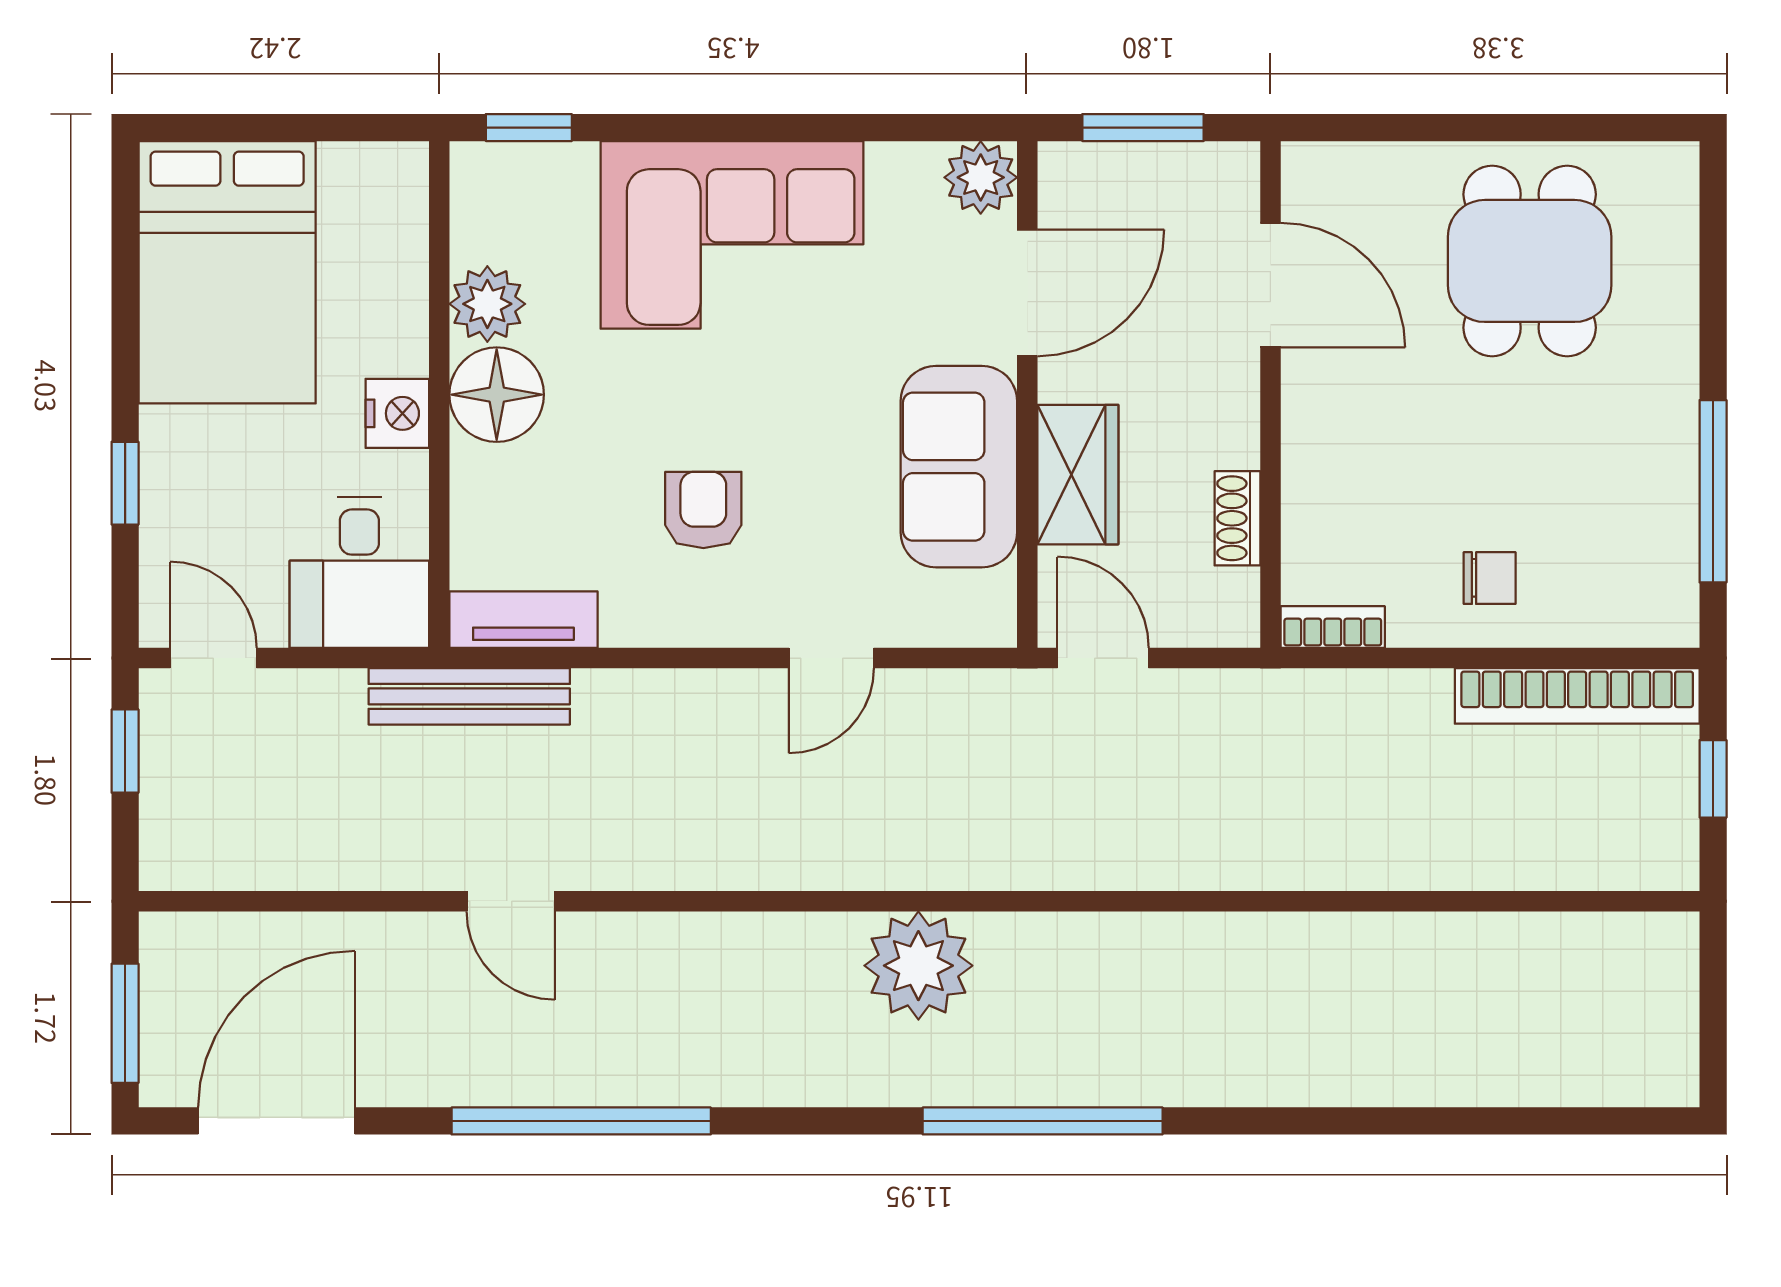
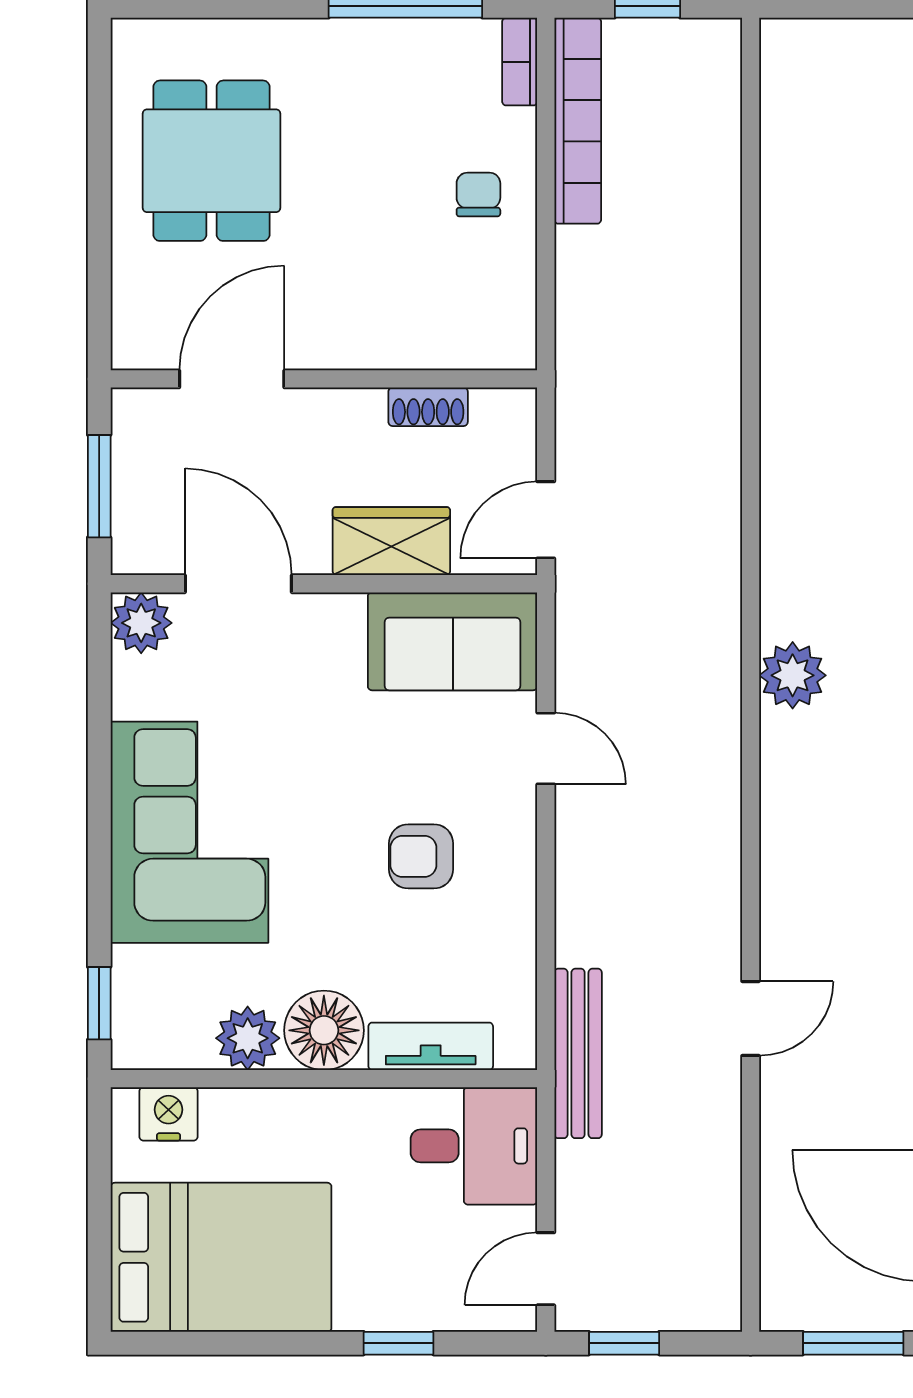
dining table: (1530, 261) -> (212, 161), turned 90
nightstand: (397, 413) -> (168, 1114), moved
sofa: (959, 467) -> (453, 641), moved
tv unit: (523, 620) -> (431, 1046), moved, turned 90
bookcase: (1333, 627) -> (520, 62), moved
plant: (918, 966) -> (793, 675), width x0.73, depth x0.73

